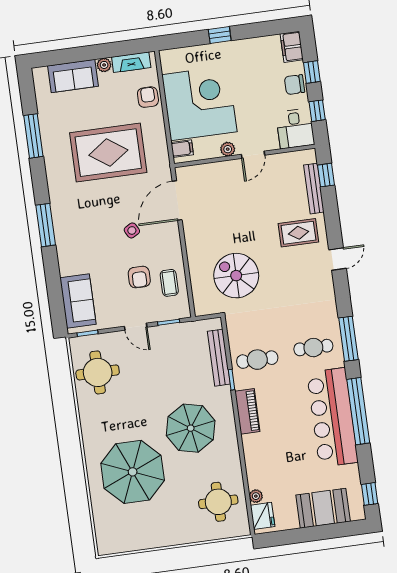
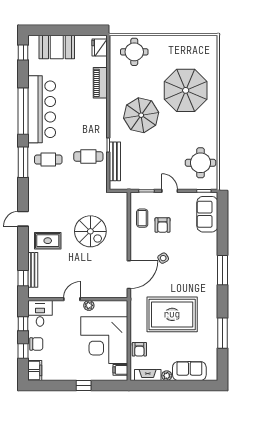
filing cabinet: (182, 149) -> (120, 370), moved
spiral stairs: (236, 276) -> (90, 231), moved
armchair: (139, 277) -> (162, 225), turned 180
piano: (247, 411) -> (100, 83), moved
plant: (256, 496) -> (102, 62), removed
round table: (218, 502) -> (134, 52), moved

